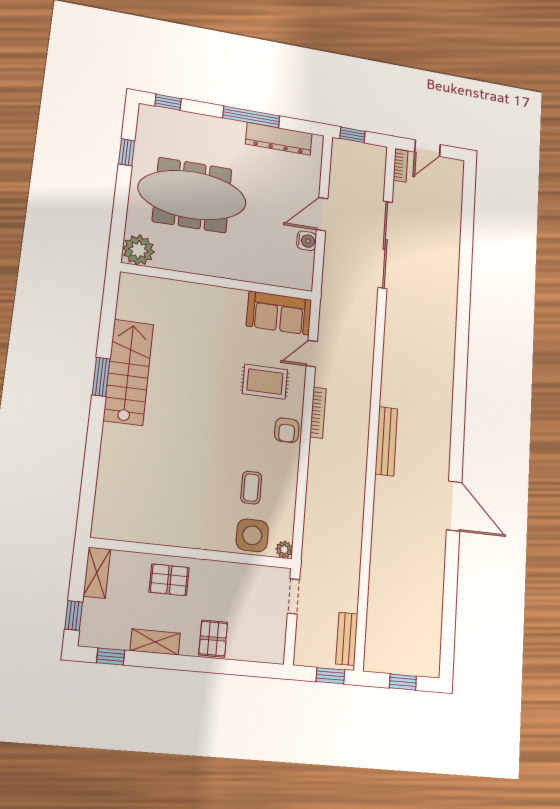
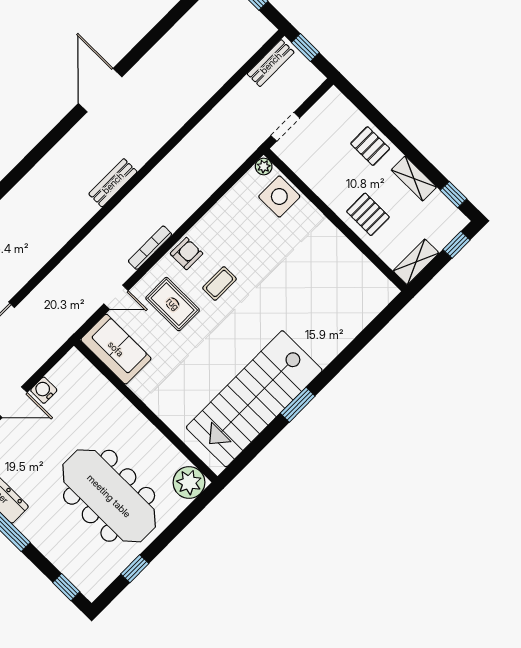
stairs: (128, 372) -> (254, 399), width x1.36, depth x1.51
bench: (386, 441) -> (113, 183), width x0.73
coffee table: (251, 488) -> (220, 283), moved
pallet: (213, 639) -> (370, 146), turned 90

